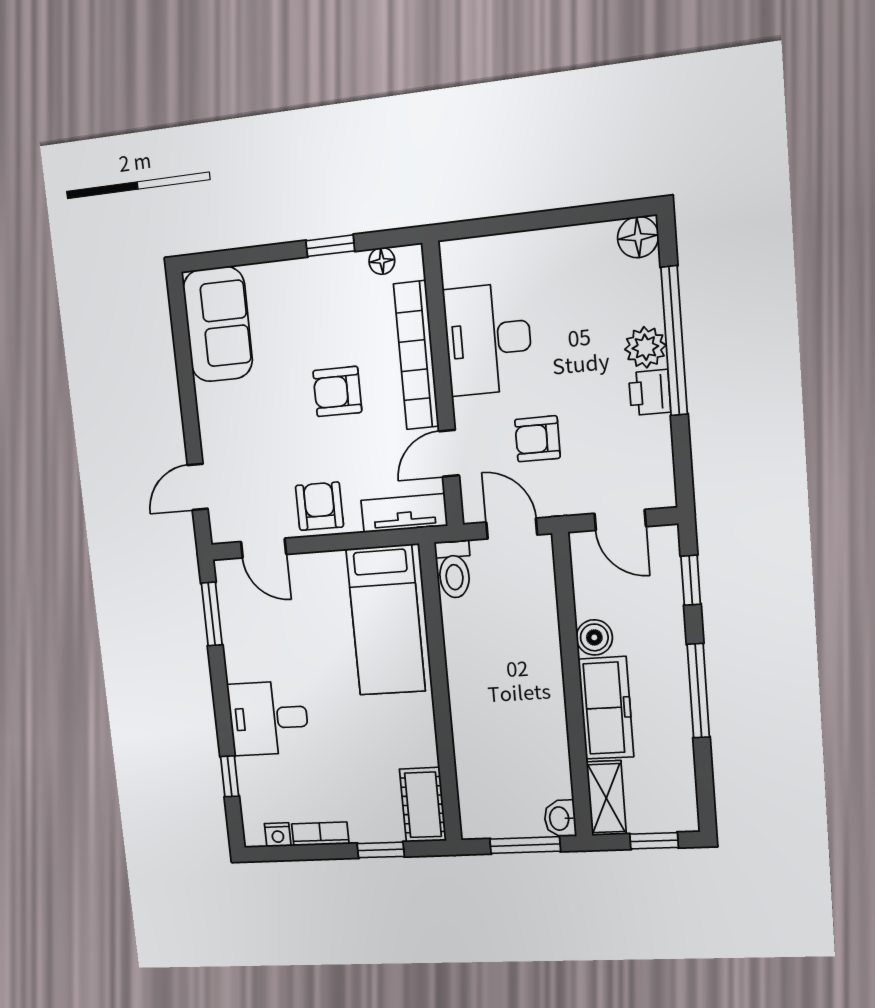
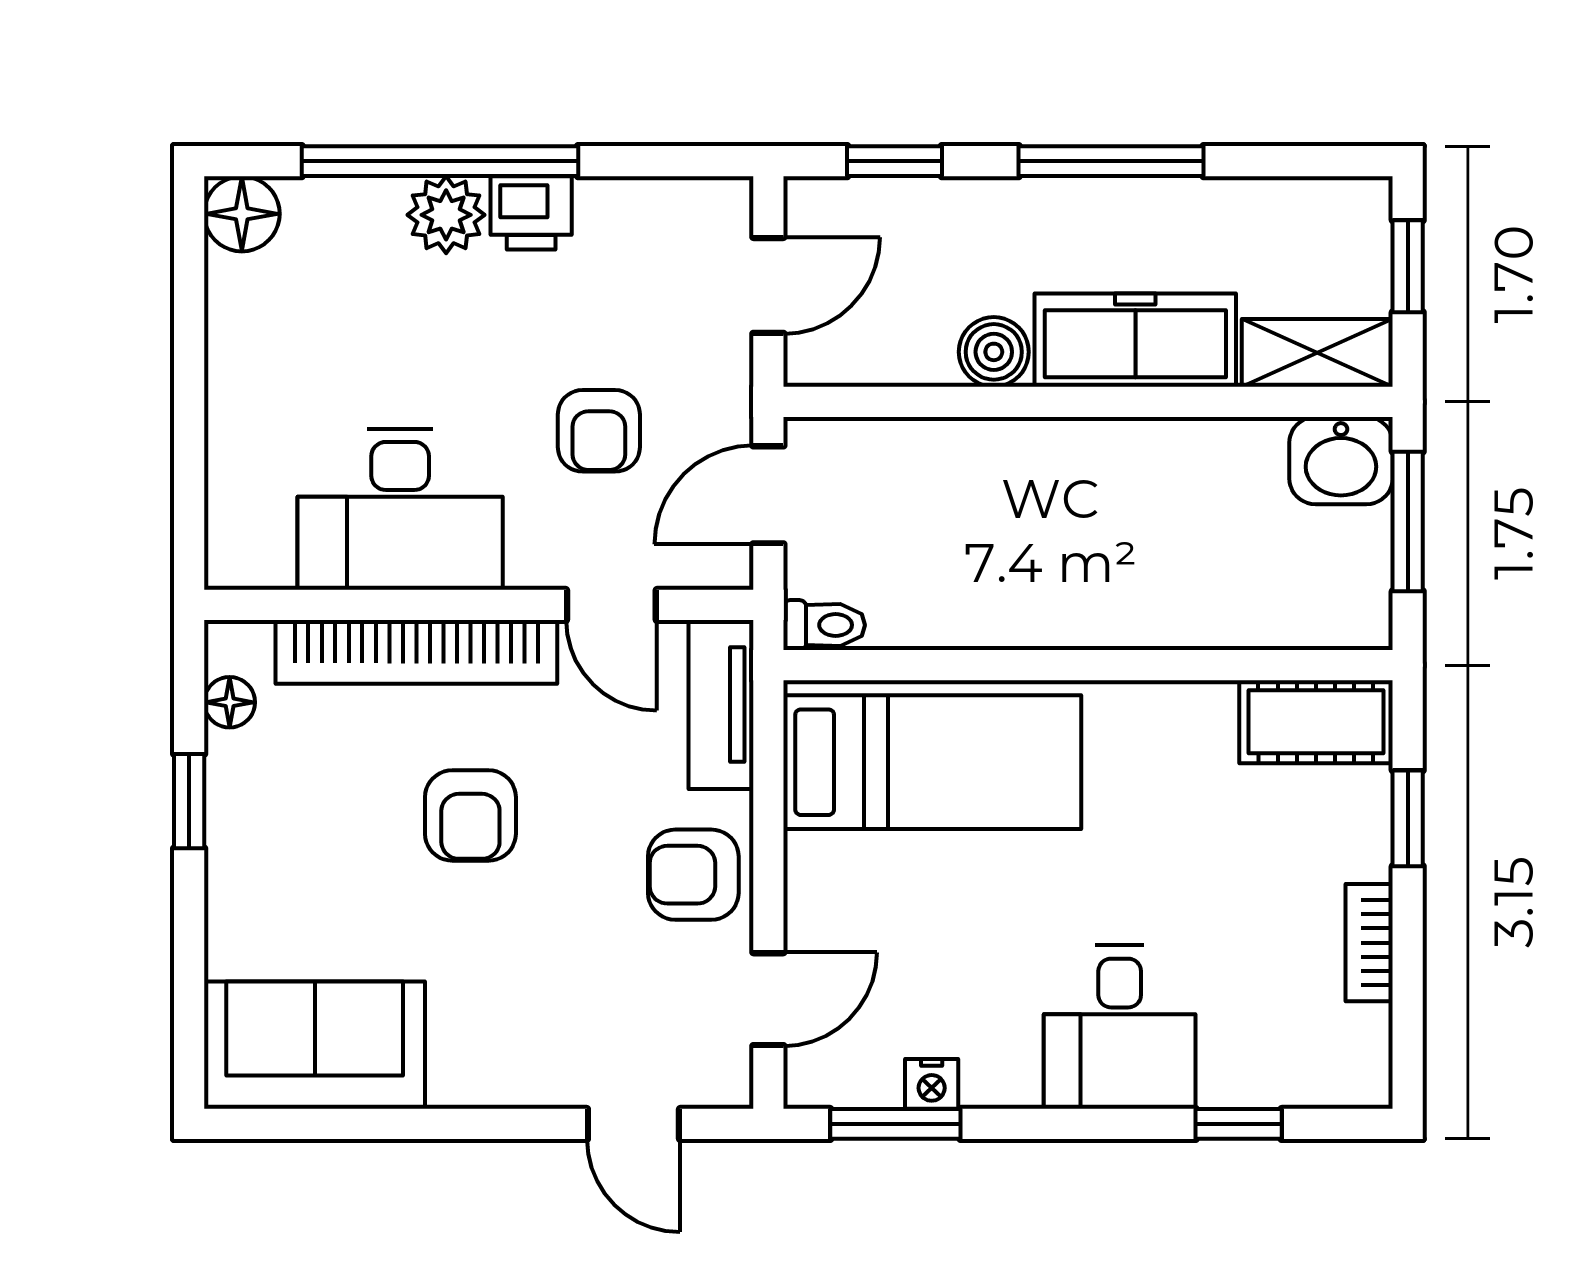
toilet: (454, 569) -> (824, 625), width x0.73, depth x0.72
washbasin: (560, 819) -> (1341, 461), width x1.38, depth x1.45
nightstand: (278, 835) -> (932, 1084), moved, turned 90

